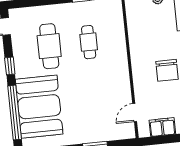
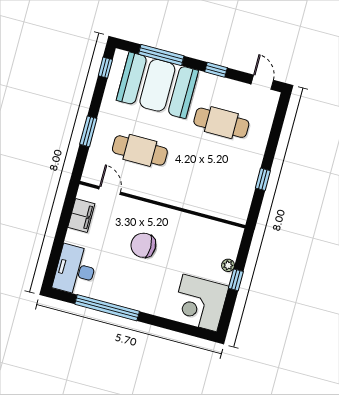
cafe table: (89, 42) -> (140, 150), moved, width x1.37, depth x1.35
window: (15, 113) -> (161, 55), width x0.68

